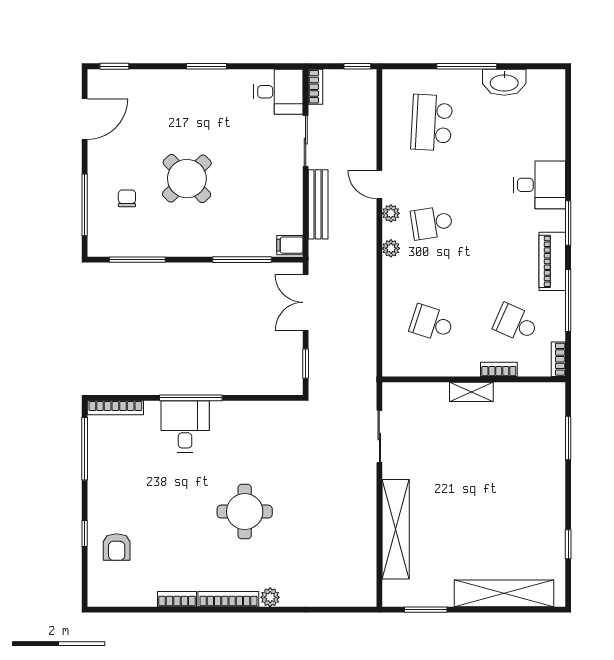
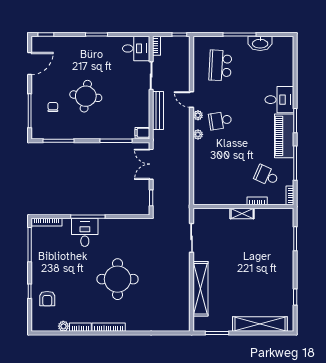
round table: (187, 179) -> (86, 96), turned -38
piano: (552, 261) -> (284, 136), width x1.37, depth x1.33
school desk: (432, 323) -> (220, 176), removed
round table: (245, 512) -> (118, 279), width x1.36, depth x1.36
plant: (270, 597) -> (63, 326), moved

